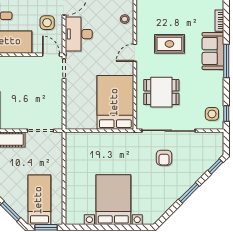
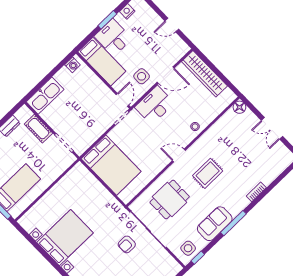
rug: (169, 44) -> (208, 173), turned 90
sofa: (213, 51) -> (215, 224), moved
dining table: (161, 92) -> (170, 200), turned 90
bed: (115, 102) -> (111, 165), moved, turned 90

